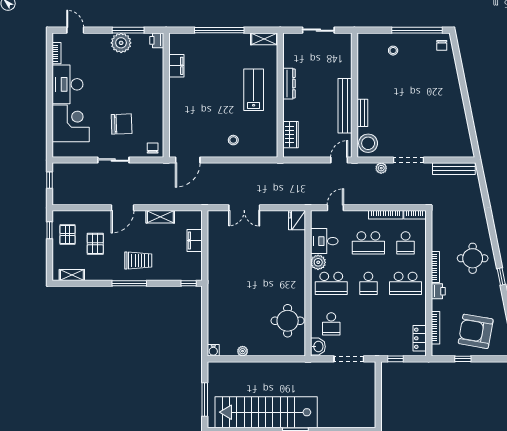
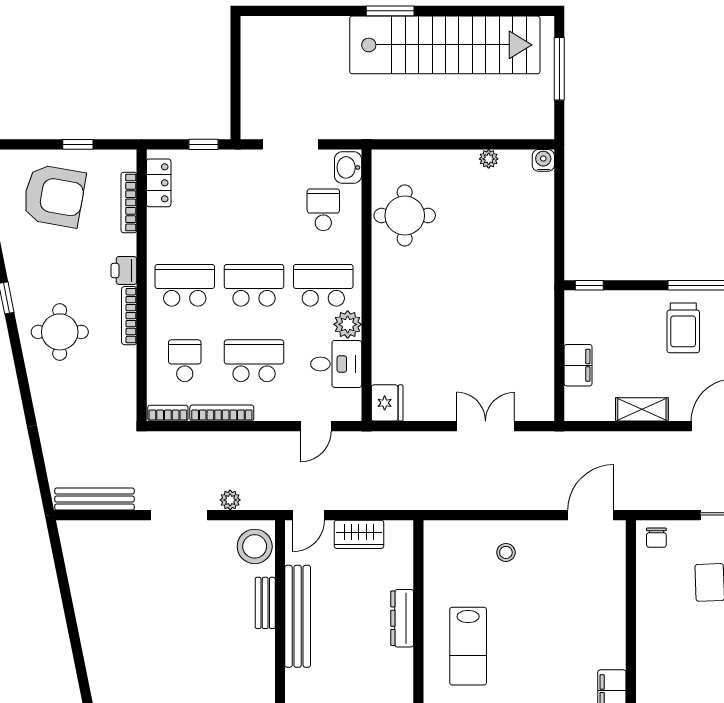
dresser: (289, 84) -> (402, 618), moved
wardrobe: (291, 135) -> (359, 534), moved, turned -90
trolley: (138, 260) -> (683, 328), turned -90
school desk: (368, 283) -> (254, 285), width x1.85

